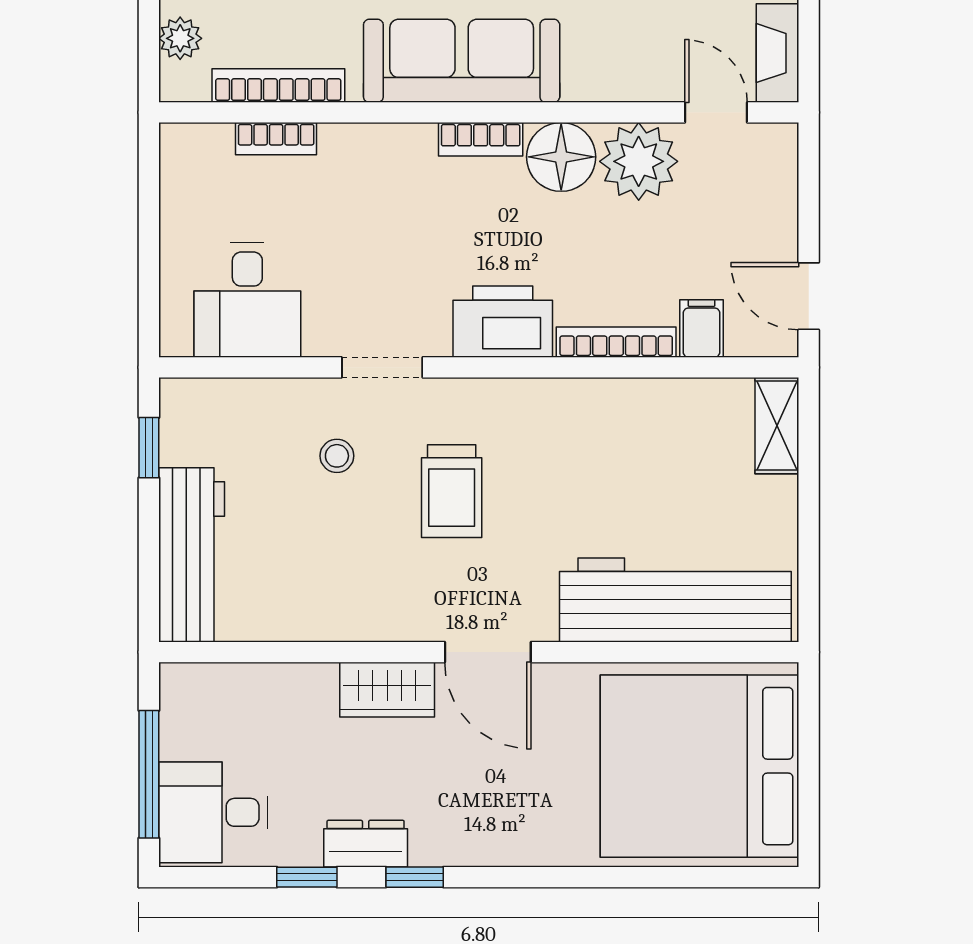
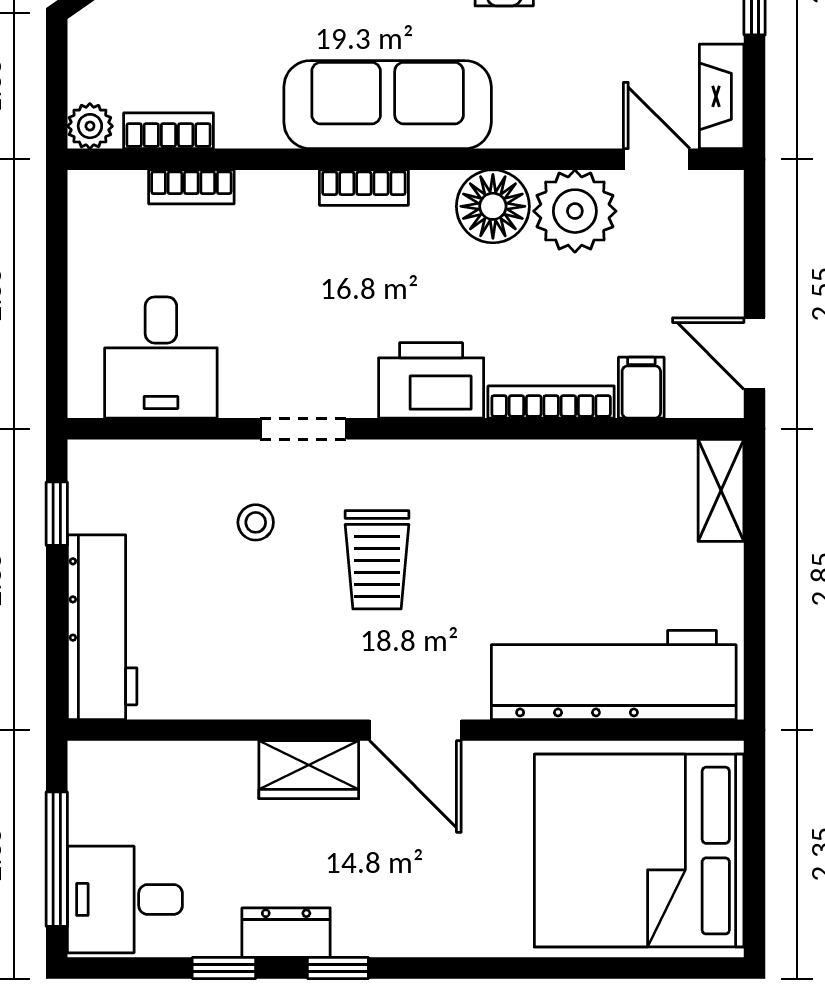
plant: (180, 38) -> (90, 126), moved
bookcase: (278, 85) -> (168, 131), width x0.64
bookcase: (481, 139) -> (364, 188), moved

